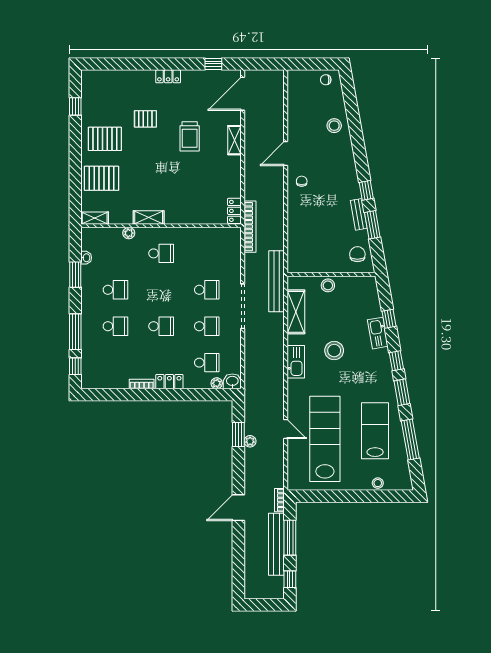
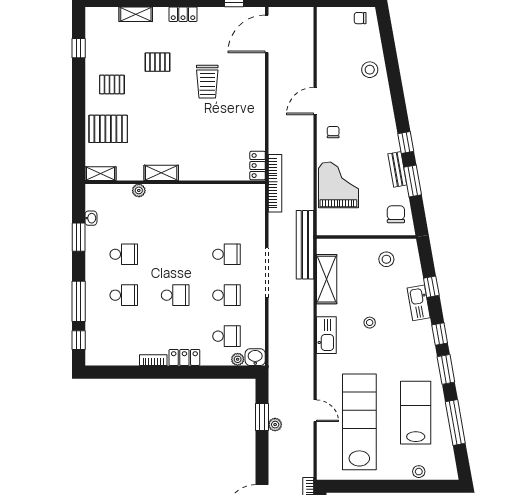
pallet: (105, 139) -> (112, 84), width x0.67, depth x0.71
shelving: (235, 140) -> (136, 14), moved, turned 90
grand piano: (306, 228) -> (338, 185), added
school desk: (161, 253) -> (175, 213), removed
stool: (328, 285) -> (386, 259), moved
stool: (334, 351) -> (370, 323), width x0.53, depth x0.53

